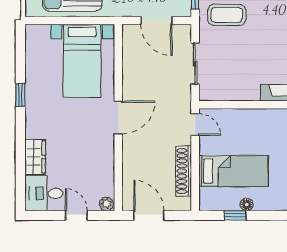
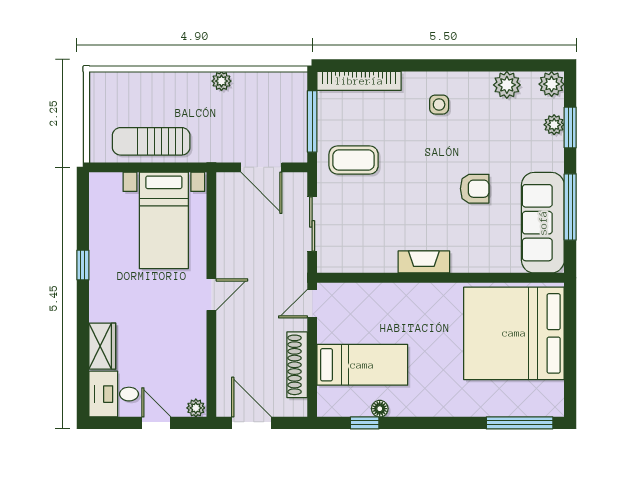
door: (118, 118) -> (211, 295), width x0.73
door: (195, 124) -> (312, 304), swing flipped

